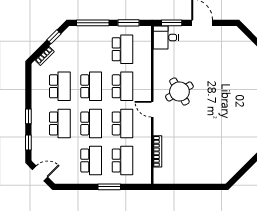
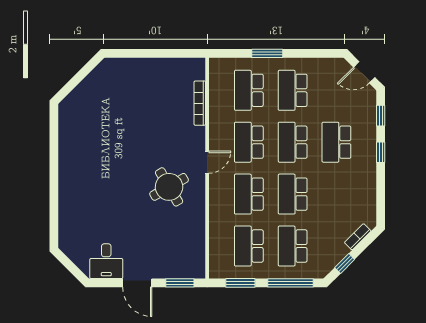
desk: (166, 37) -> (106, 261), moved, turned 90
school desk: (60, 86) -> (293, 246), moved
door: (152, 109) -> (207, 162), hinge flipped

